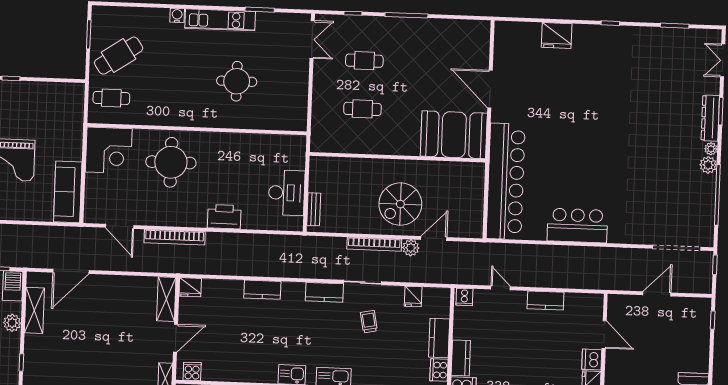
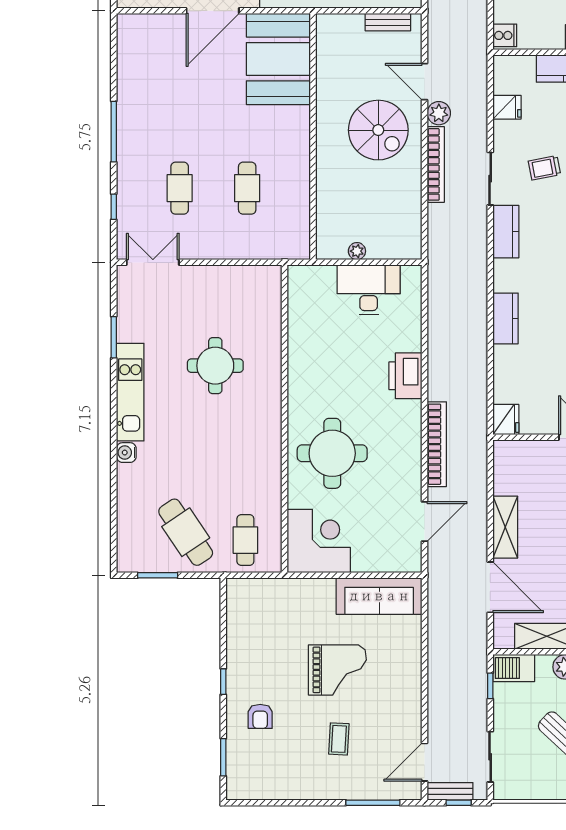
plant: (315, 186) -> (357, 251), added
bench: (314, 209) -> (388, 22), moved
shelving: (166, 299) -> (505, 527), moved, turned 90

